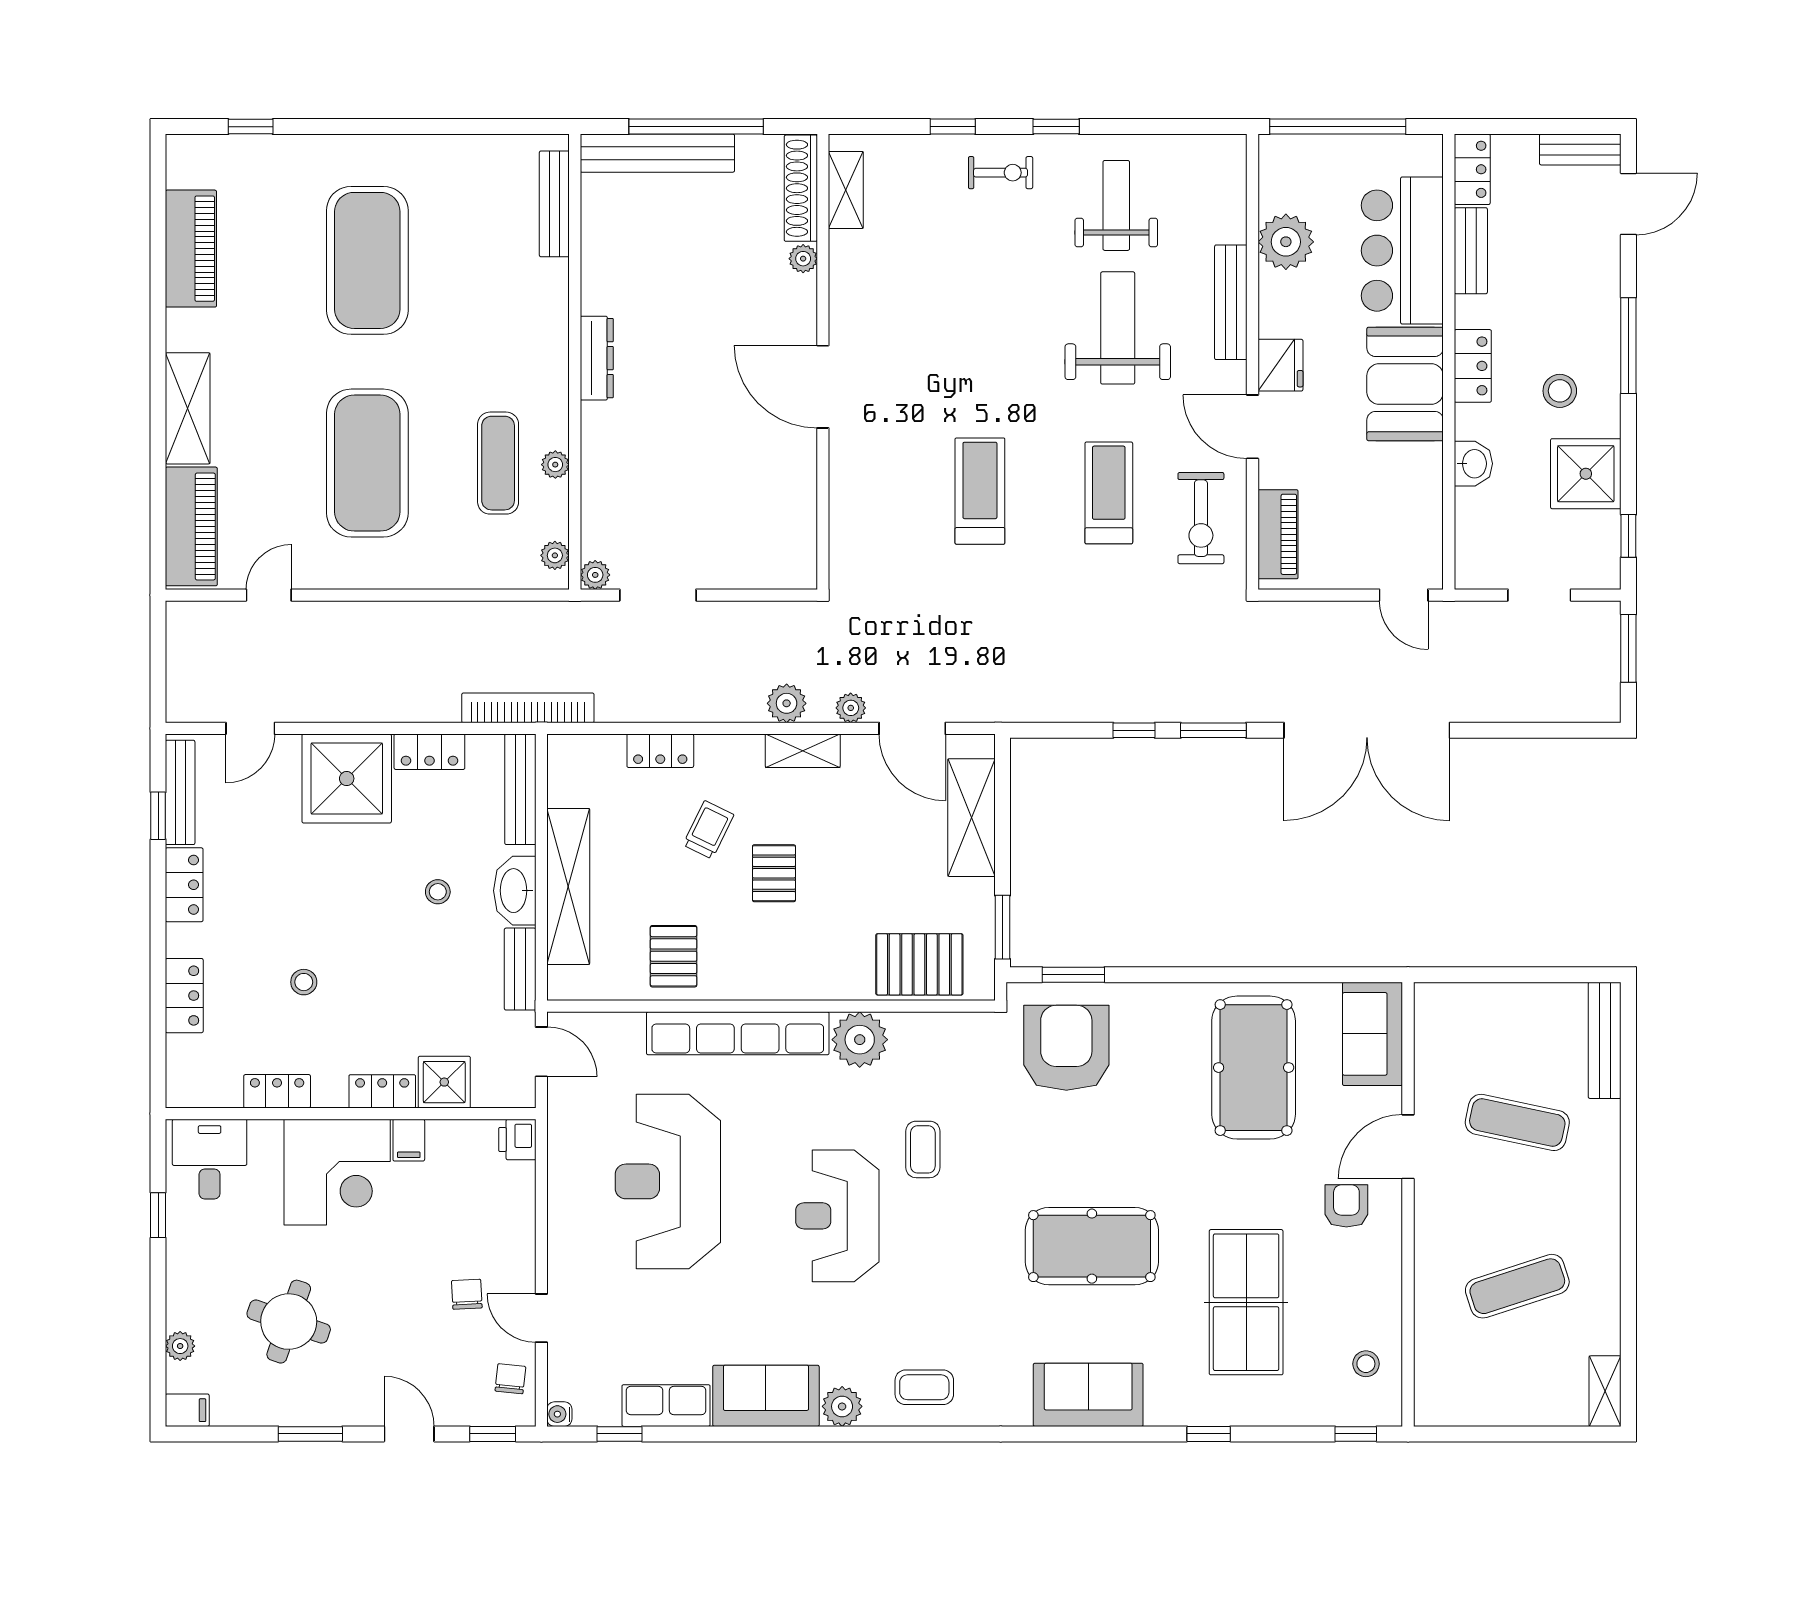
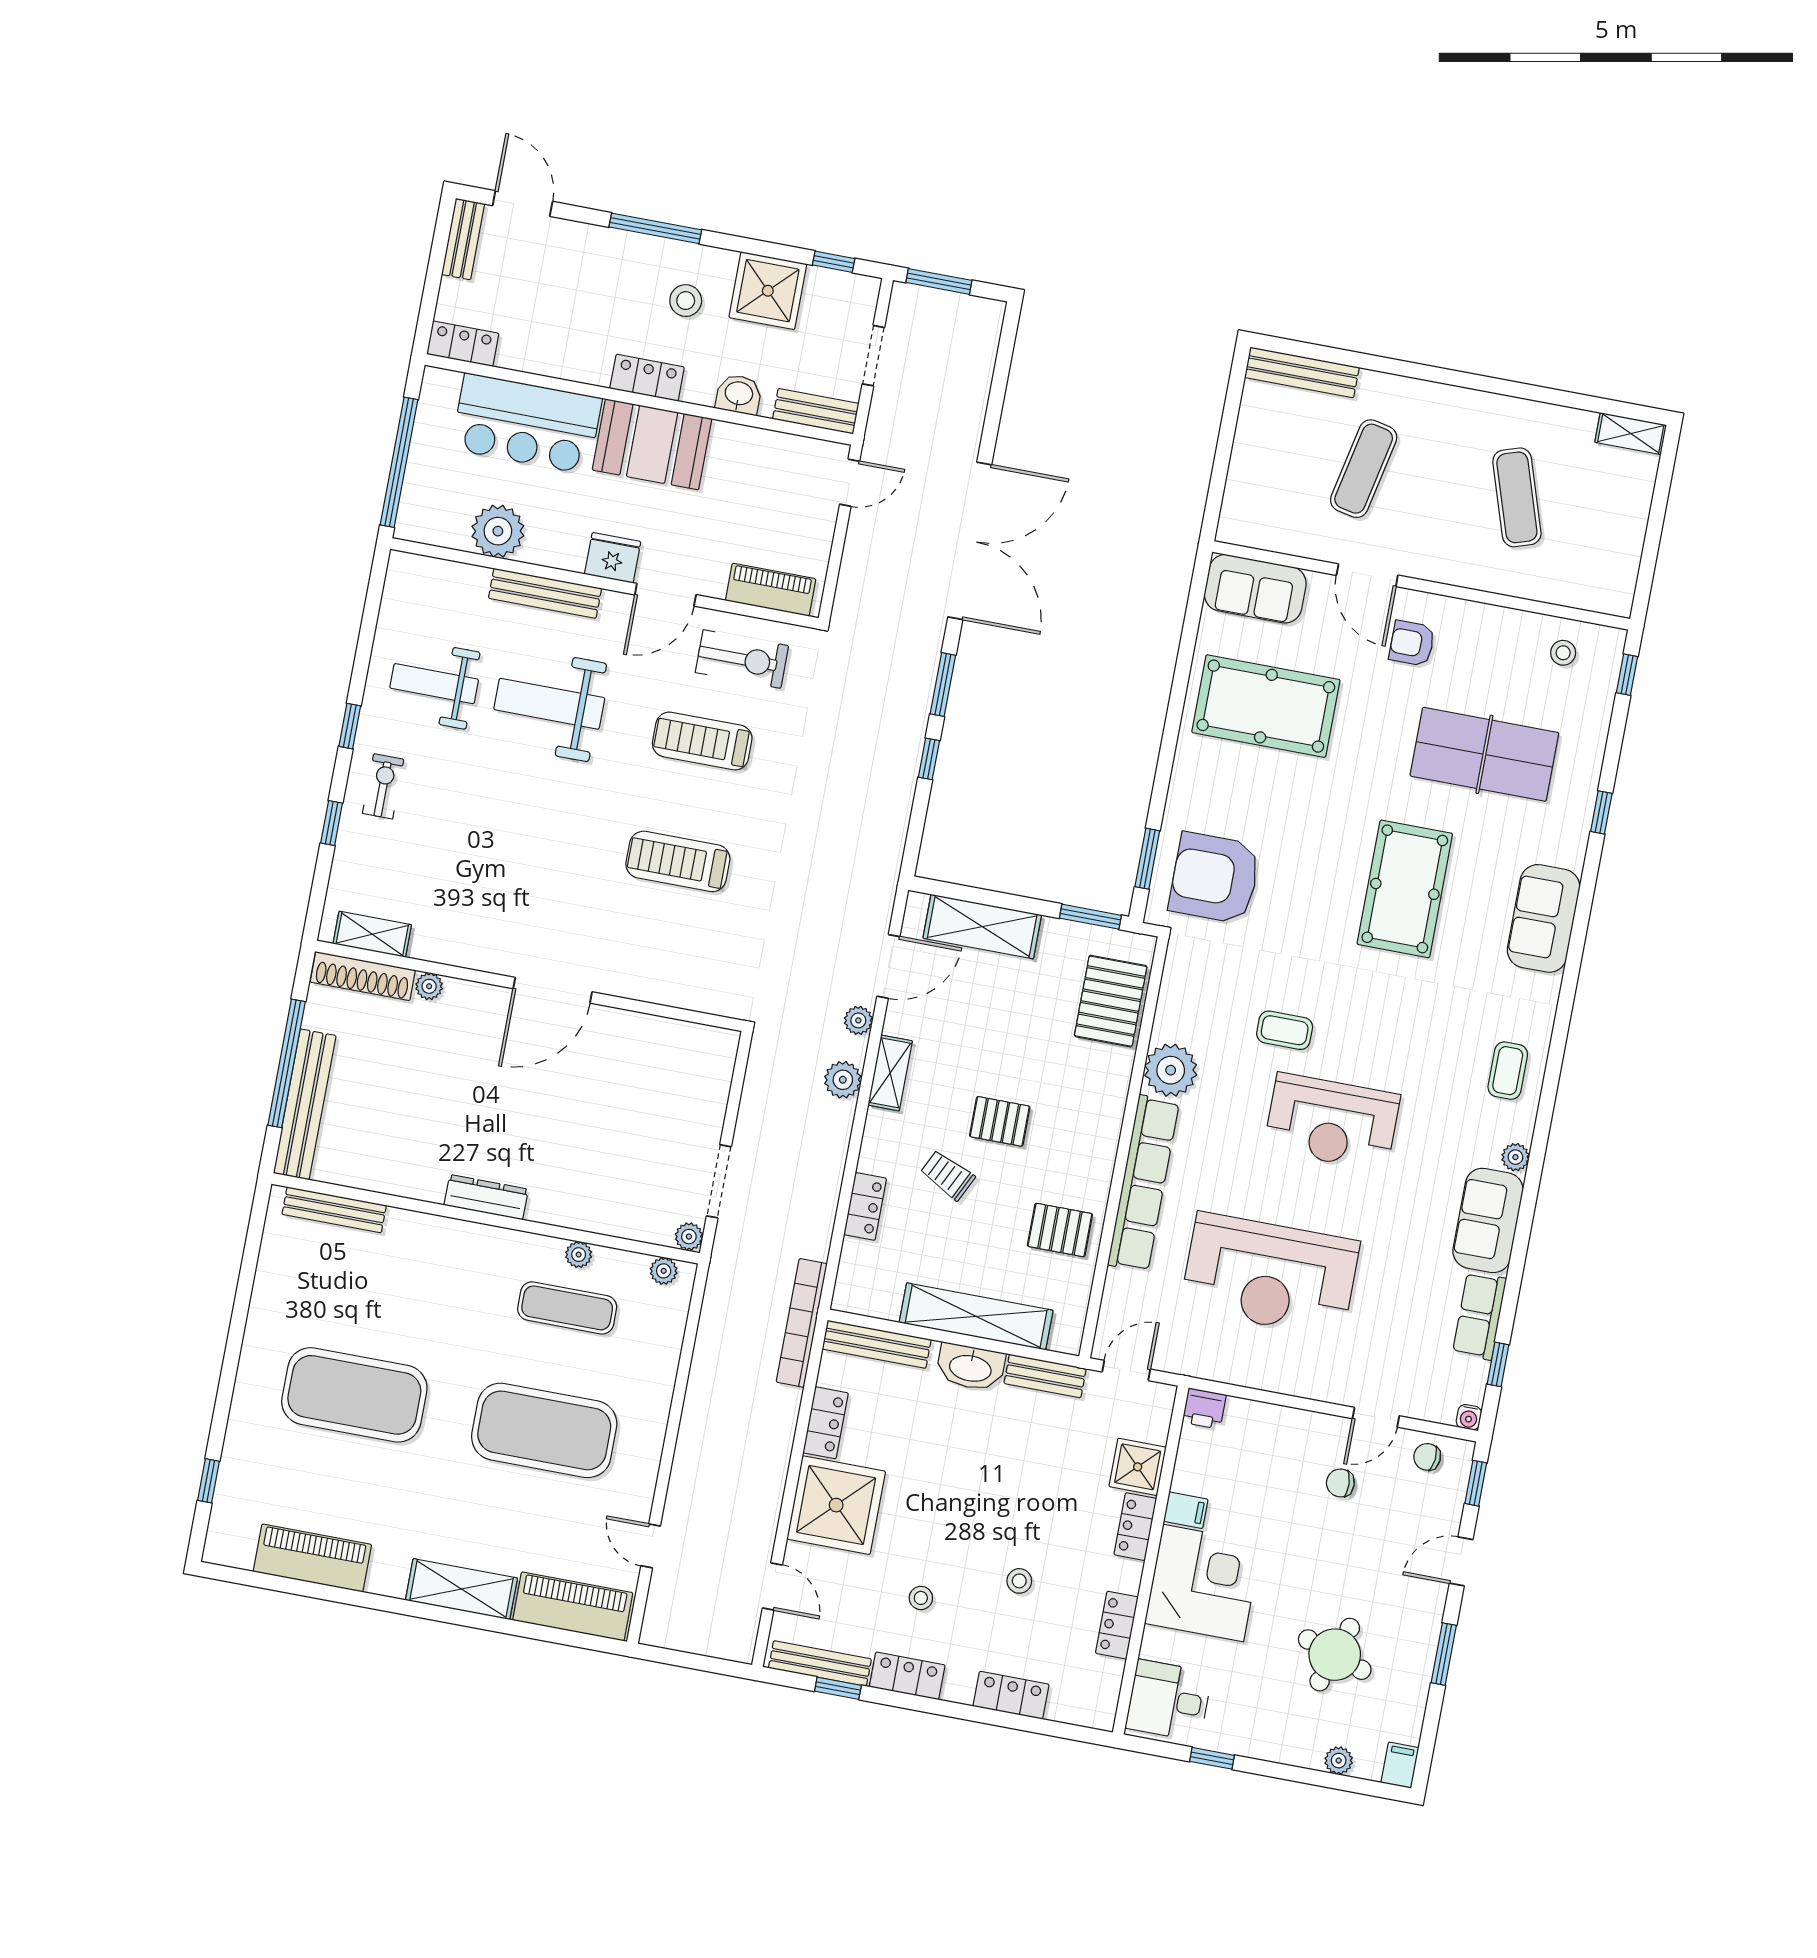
bench: (1471, 251) -> (816, 411), moved
stool: (438, 892) -> (921, 1598), moved
plant: (842, 1406) -> (1515, 1157), width x0.73, depth x0.73

